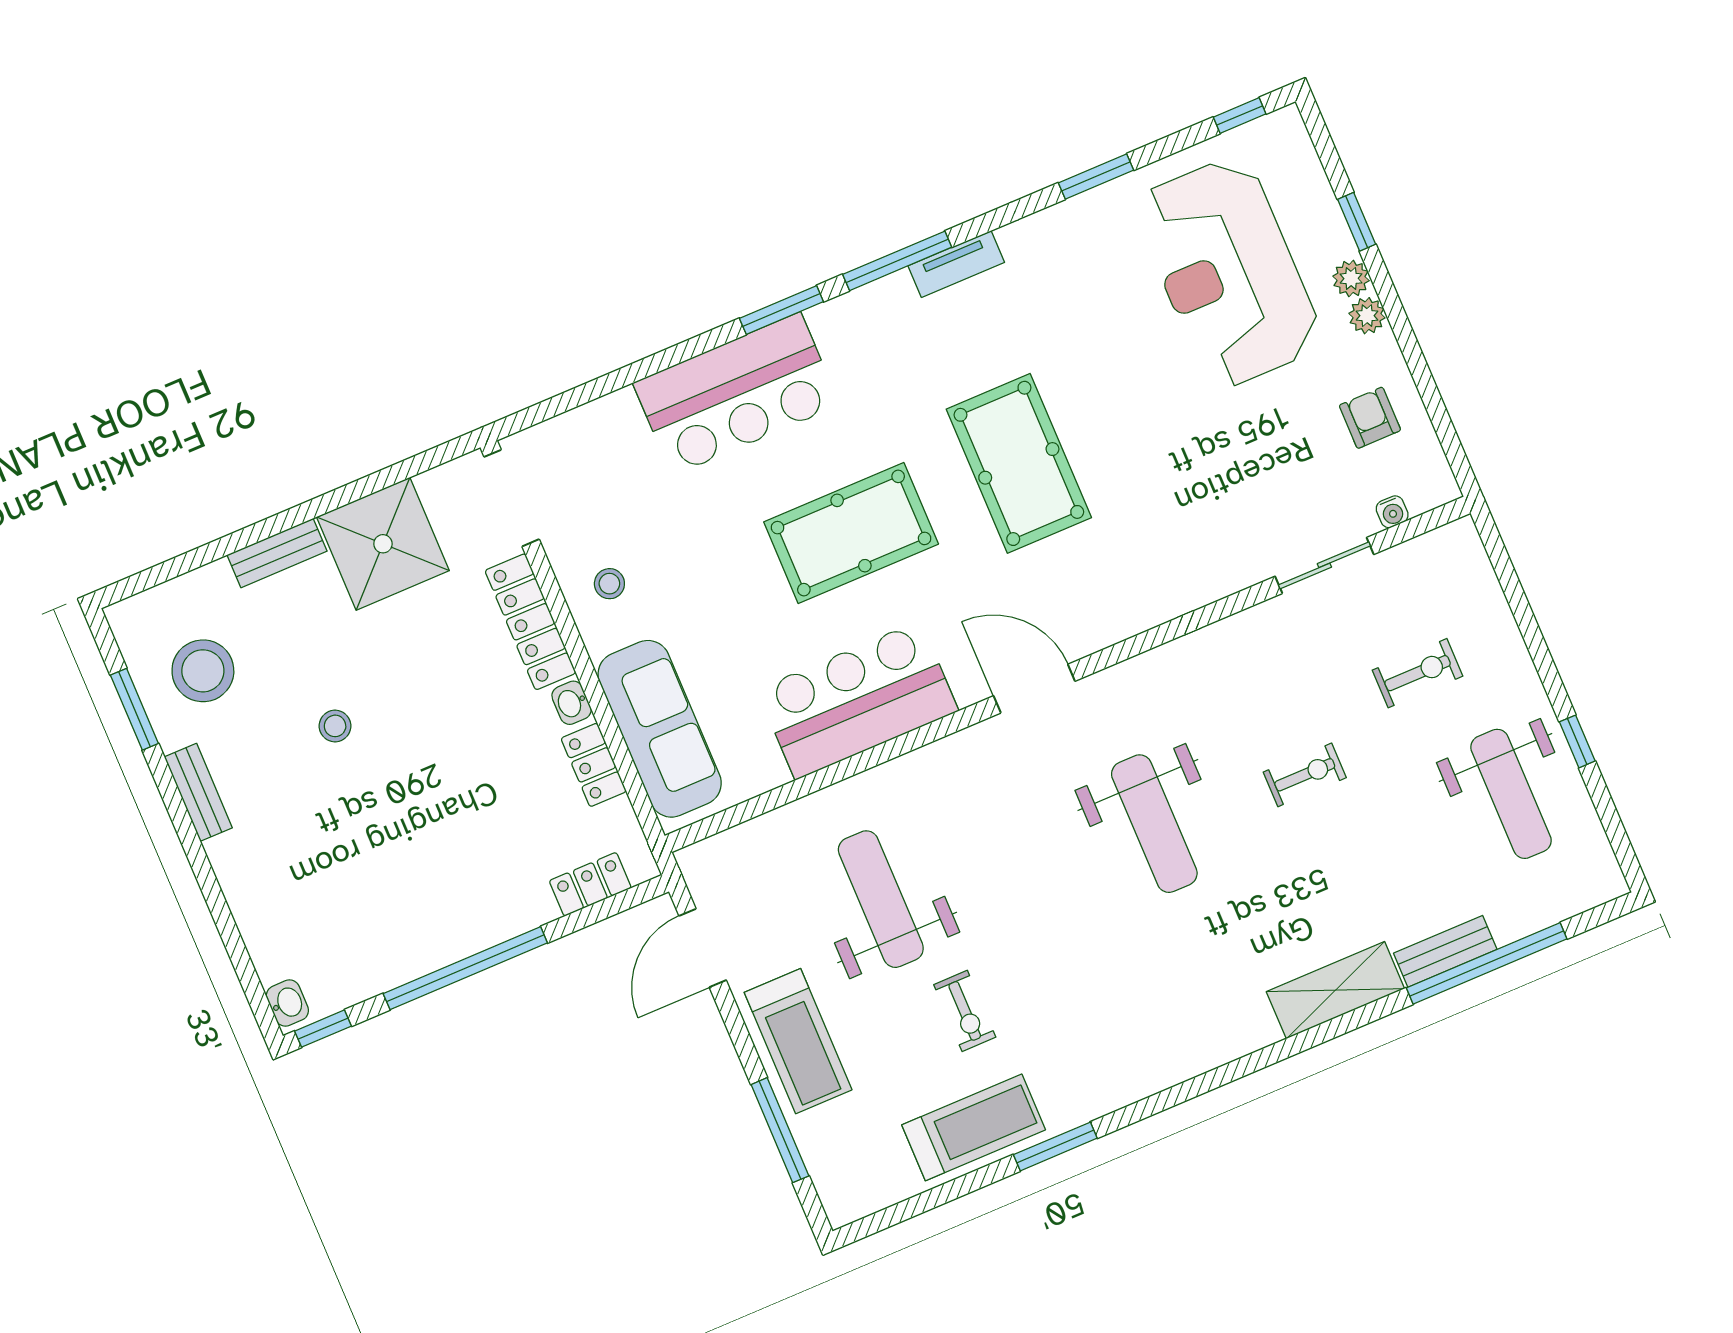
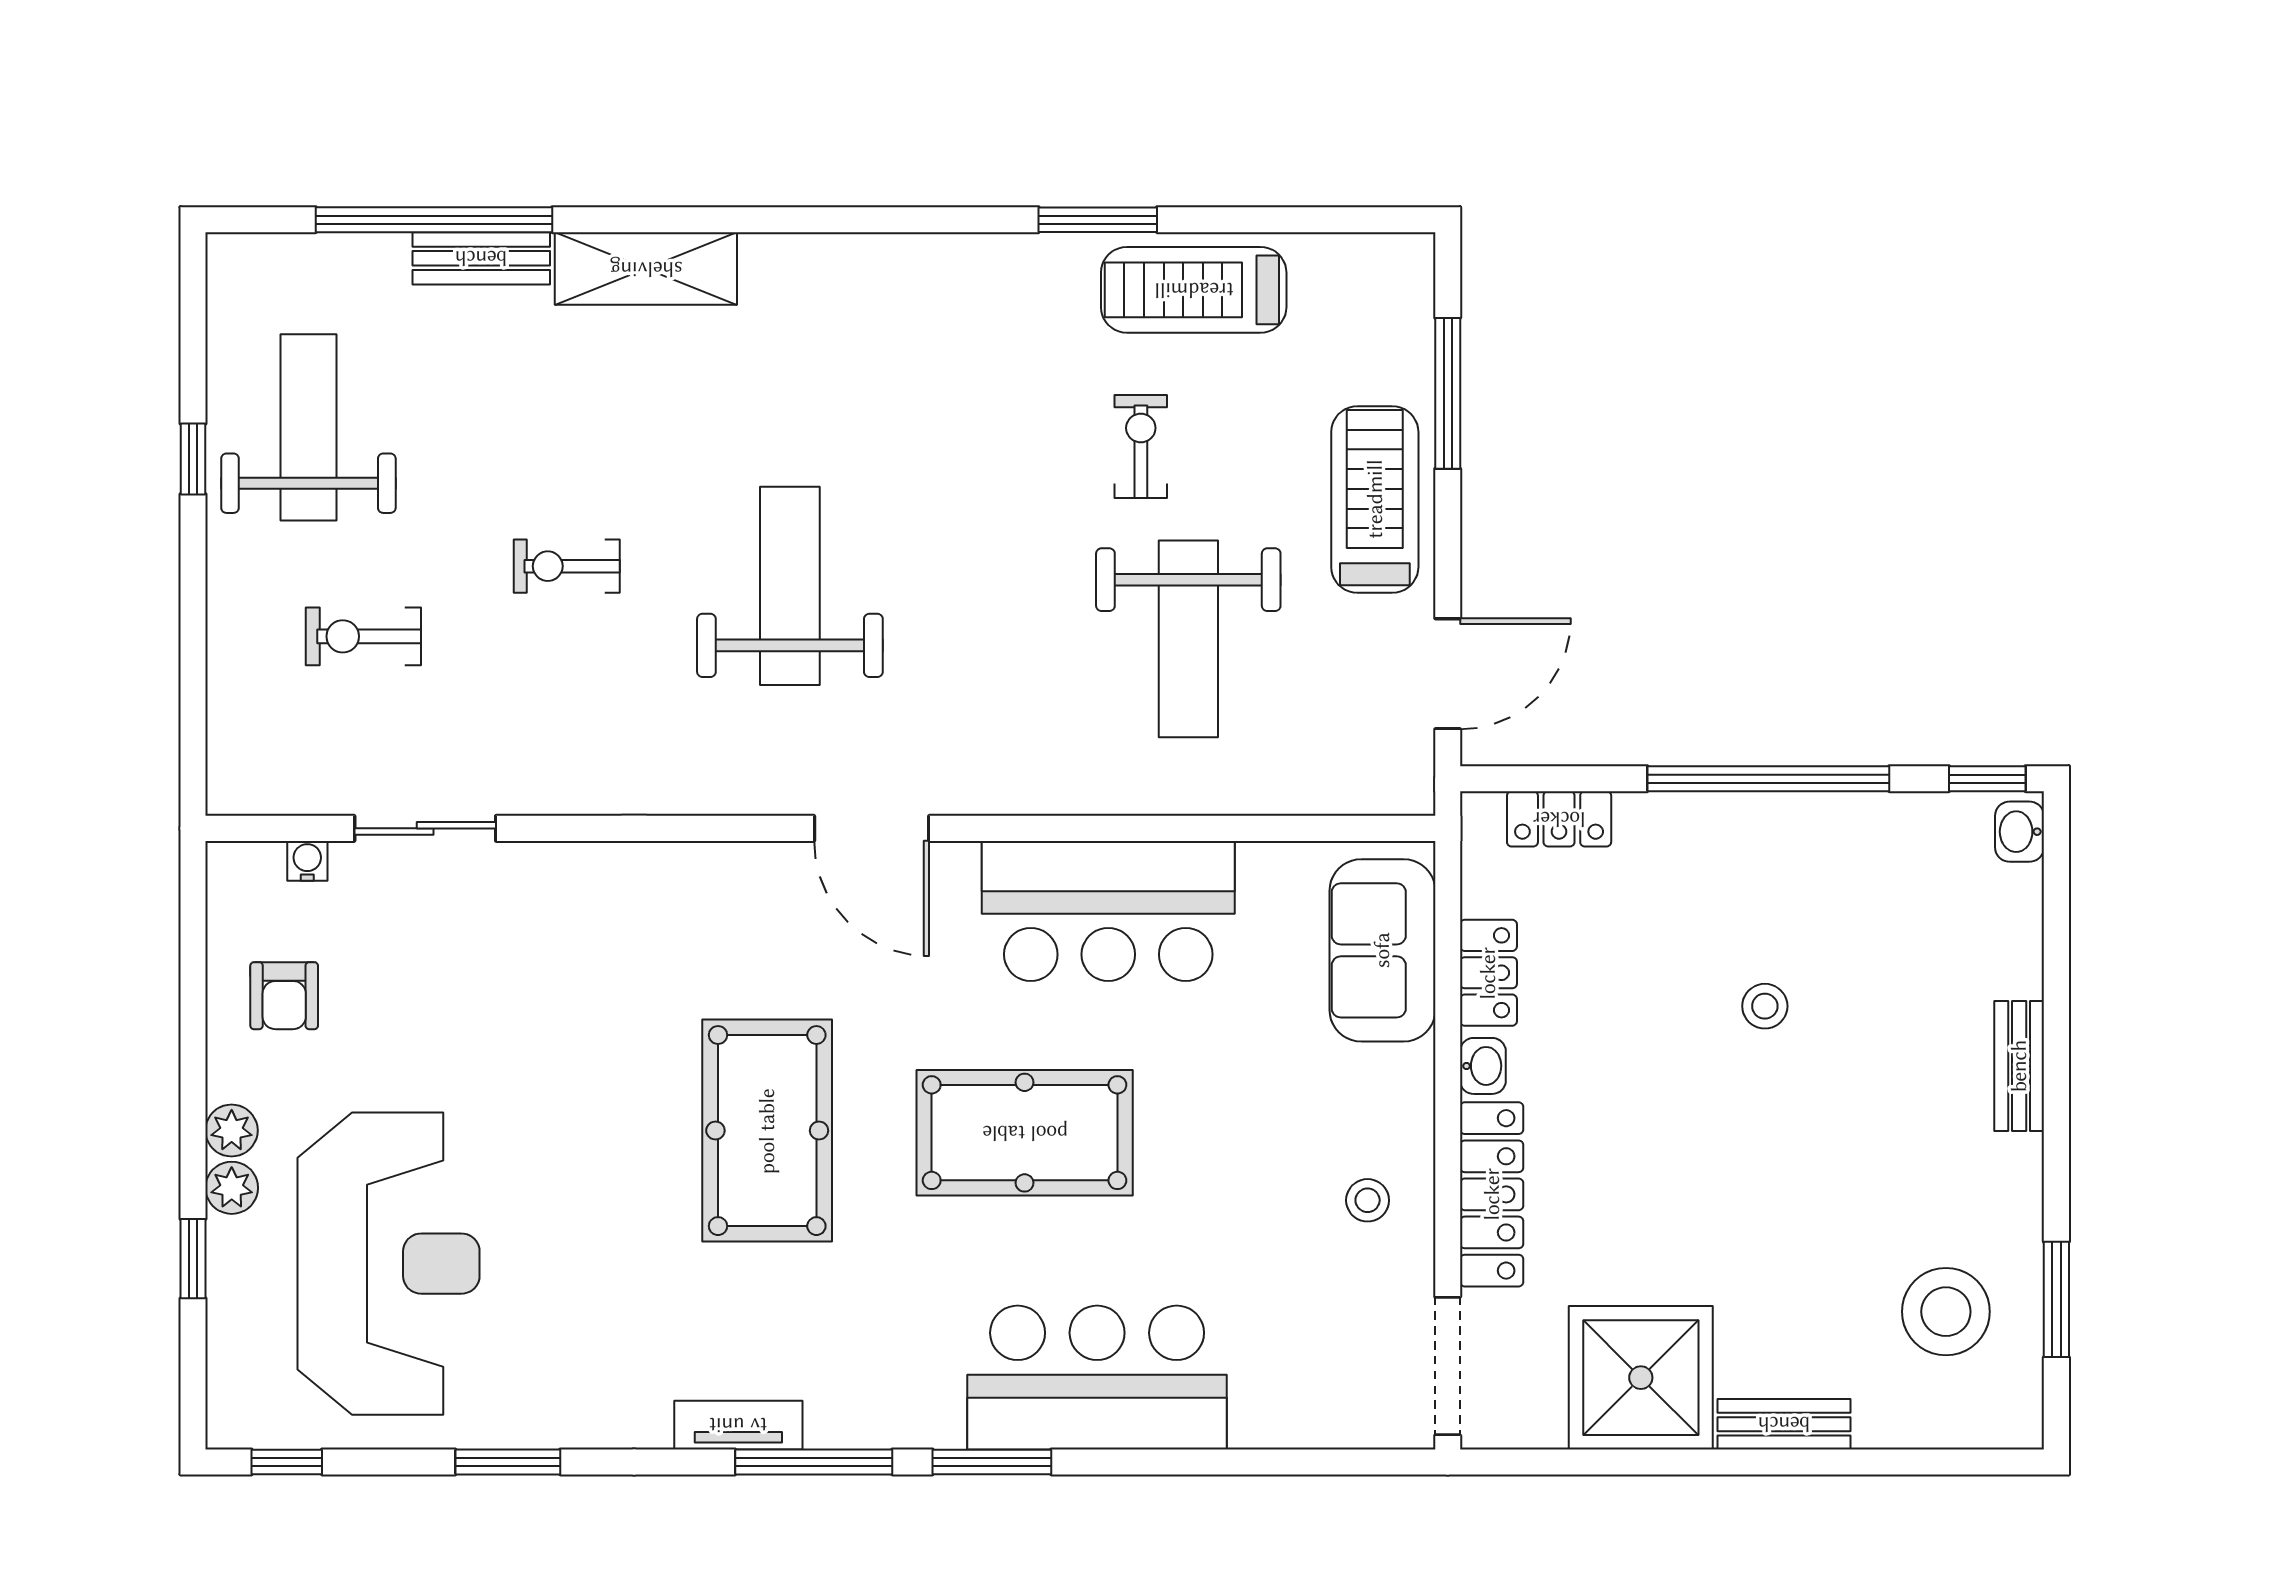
stool: (335, 726) -> (1765, 1006), moved
sofa: (660, 729) -> (1382, 950), width x0.73
bench: (198, 792) -> (2019, 1066), moved

